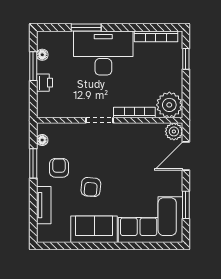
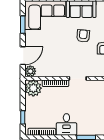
desk: (103, 53) -> (66, 124), width x0.53, depth x0.77

